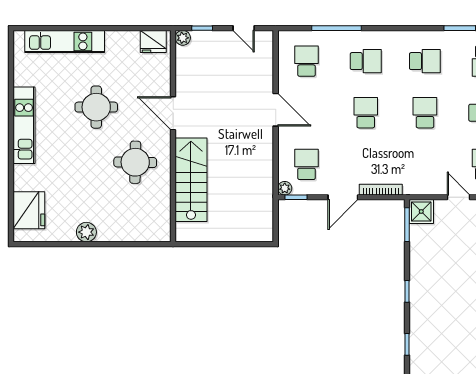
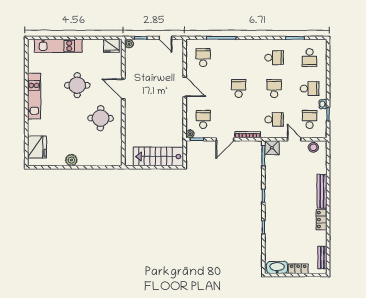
school desk: (366, 61) -> (274, 119), moved
stairs: (191, 180) -> (158, 156), moved, turned -90

